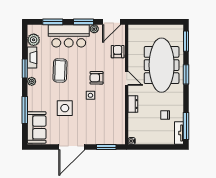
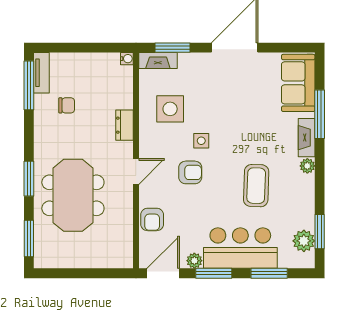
fireplace: (32, 57) -> (307, 138), moved
meeting table: (162, 65) -> (73, 195), width x0.73
window: (25, 68) -> (320, 232), moved
door: (127, 78) -> (136, 171), swing flipped
side table: (65, 108) -> (170, 109), moved
fireplace: (114, 140) -> (158, 60), added

